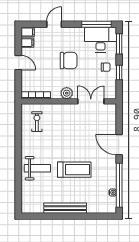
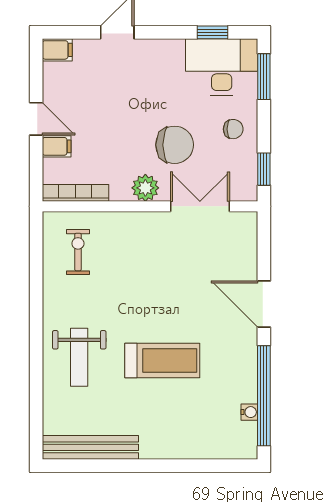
window: (96, 24) -> (213, 32), width x0.46
filing cabinet: (27, 43) -> (57, 146), moved
chair: (69, 61) -> (175, 145), moved
window: (119, 72) -> (264, 169), moved
weight bench: (37, 168) -> (79, 357), turned 90
bench: (65, 208) -> (90, 447), moved

